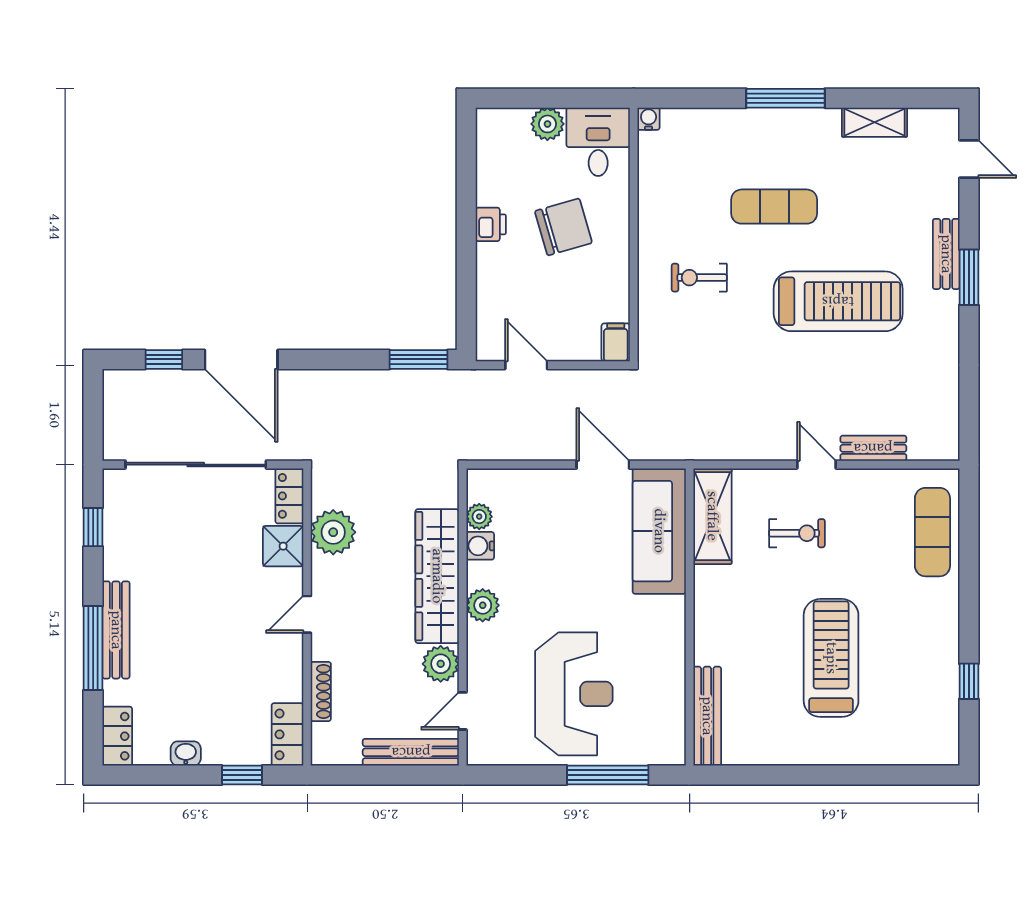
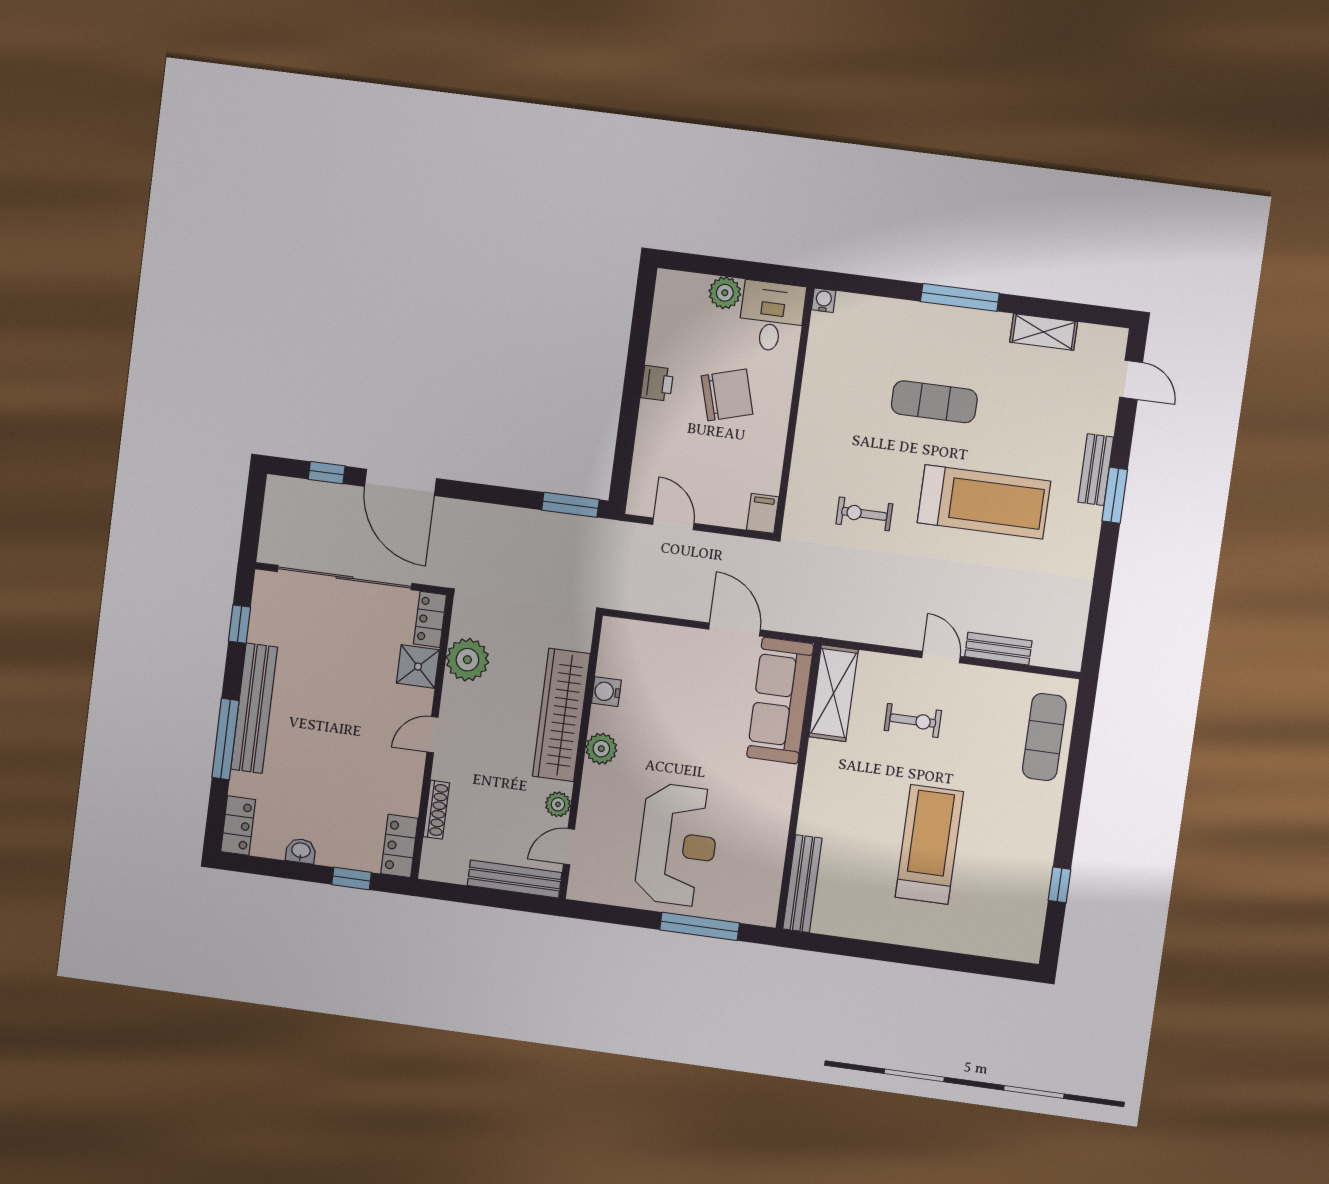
exercise bike: (699, 278) -> (864, 514), moved
plant: (479, 517) -> (609, 663), removed
bench: (116, 630) -> (254, 708), width x1.37, depth x1.21
plant: (441, 664) -> (558, 804), width x0.73, depth x0.73

